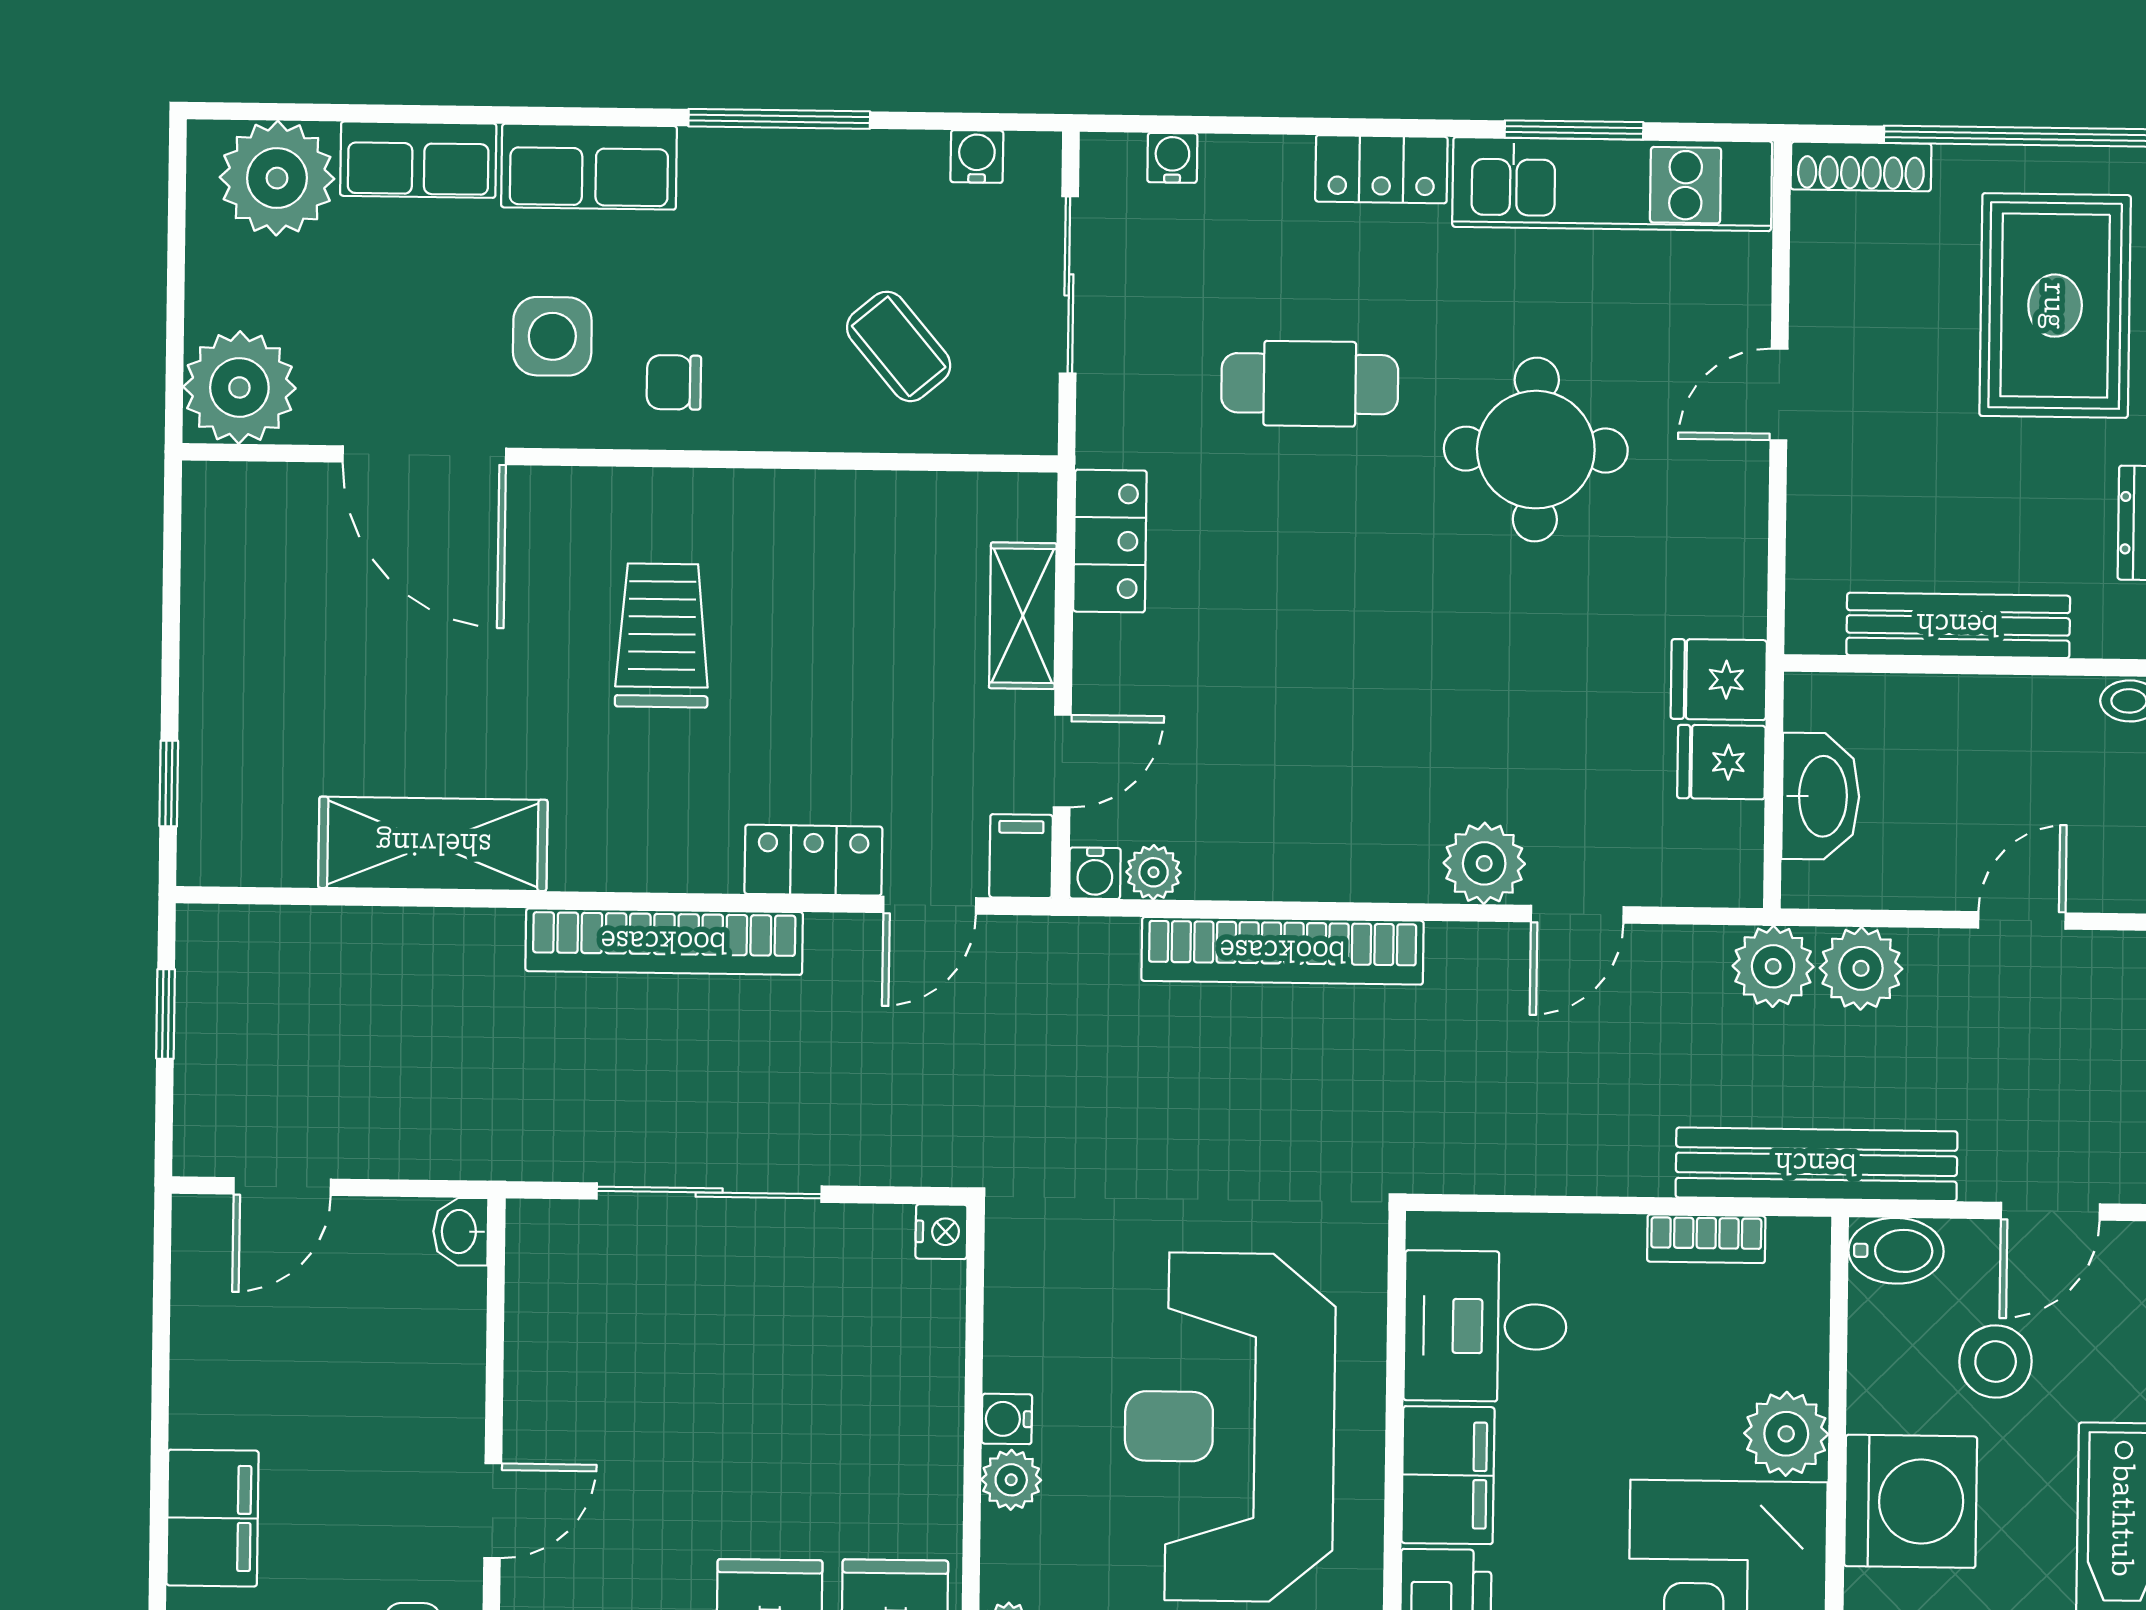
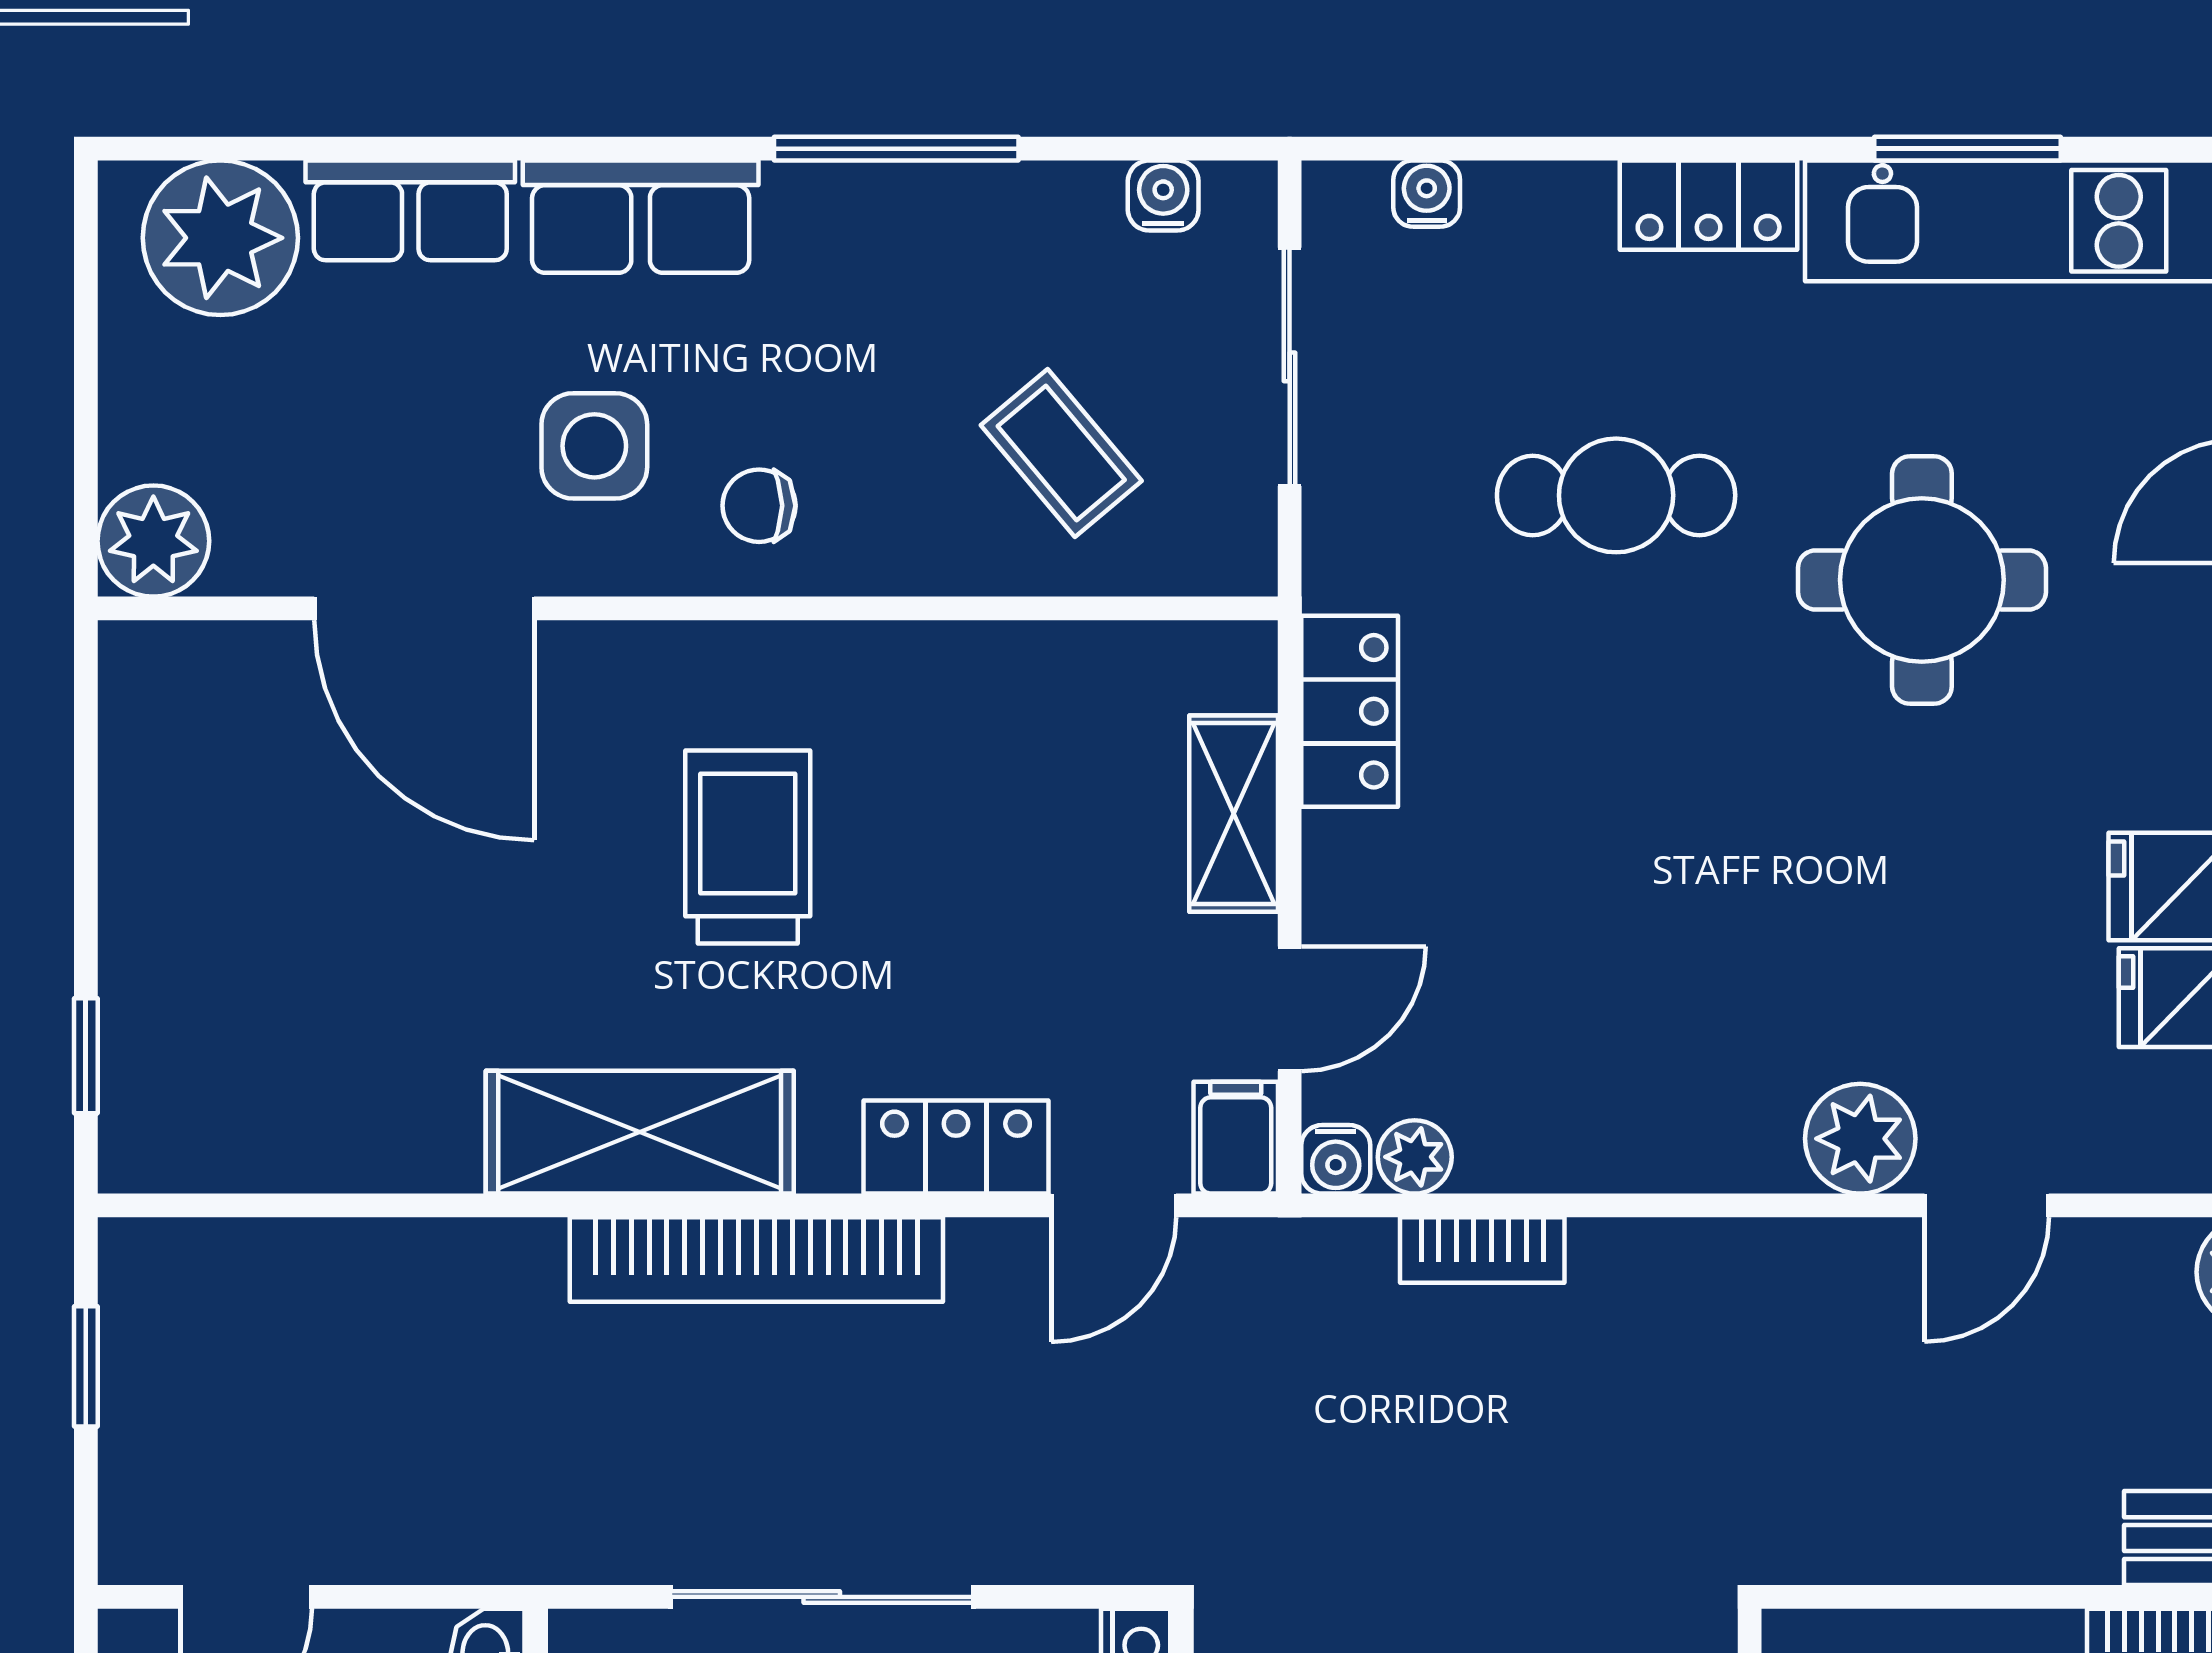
plant: (239, 387) -> (153, 541), width x0.73, depth x0.73
shelving: (433, 844) -> (640, 1132), moved
bookcase: (1283, 951) -> (1482, 1250), width x0.43, depth x0.76

